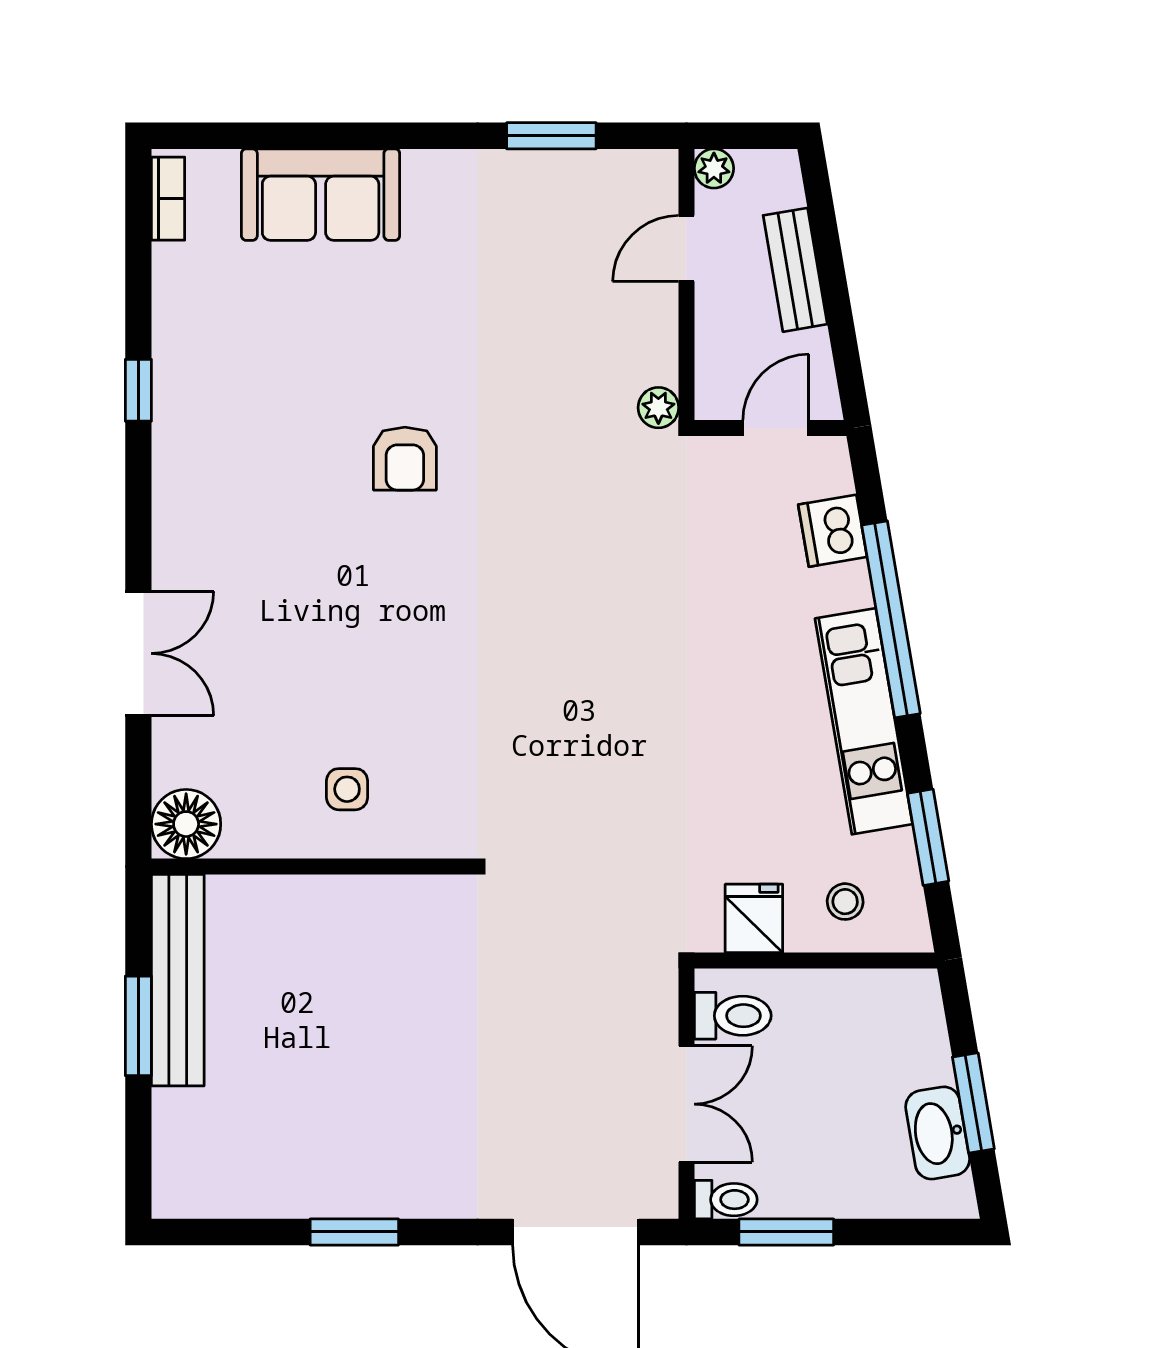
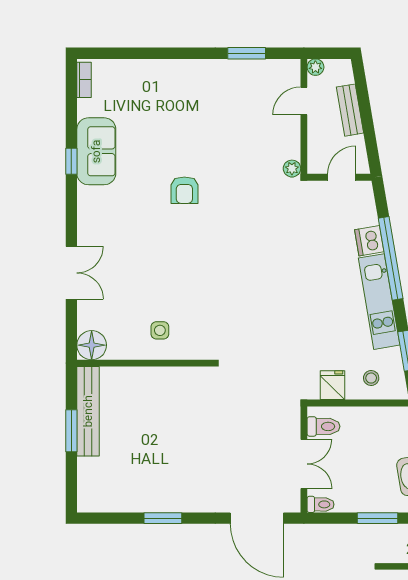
sofa: (321, 195) -> (96, 151), moved, turned -90
dishwasher: (833, 531) -> (369, 241), moved
window: (786, 1232) -> (377, 518), moved

